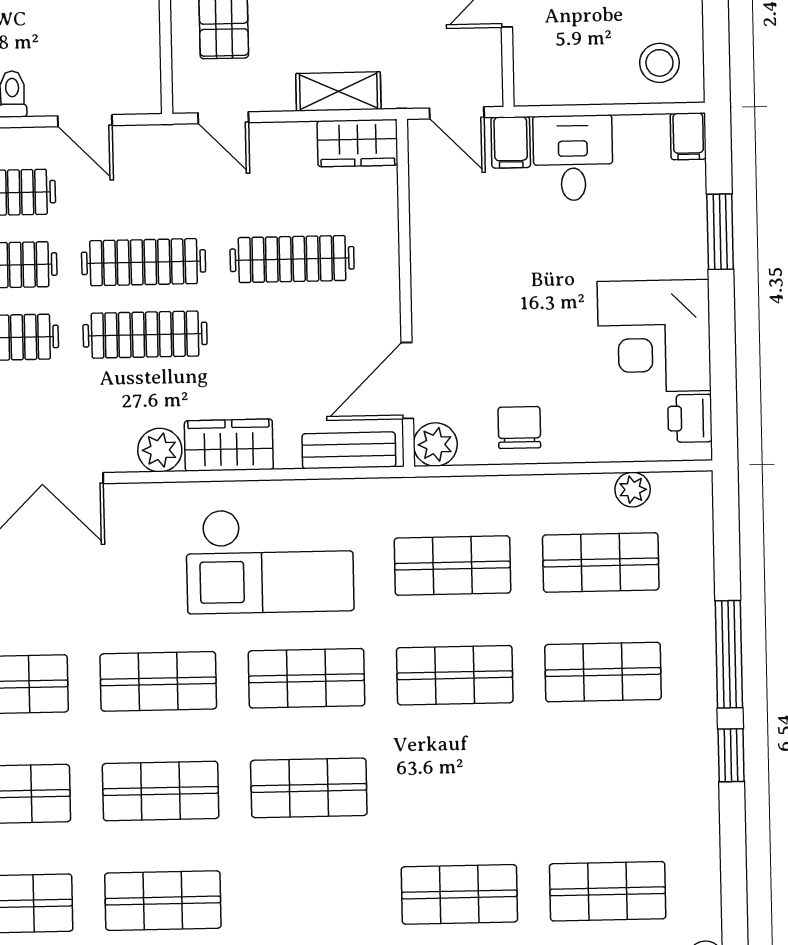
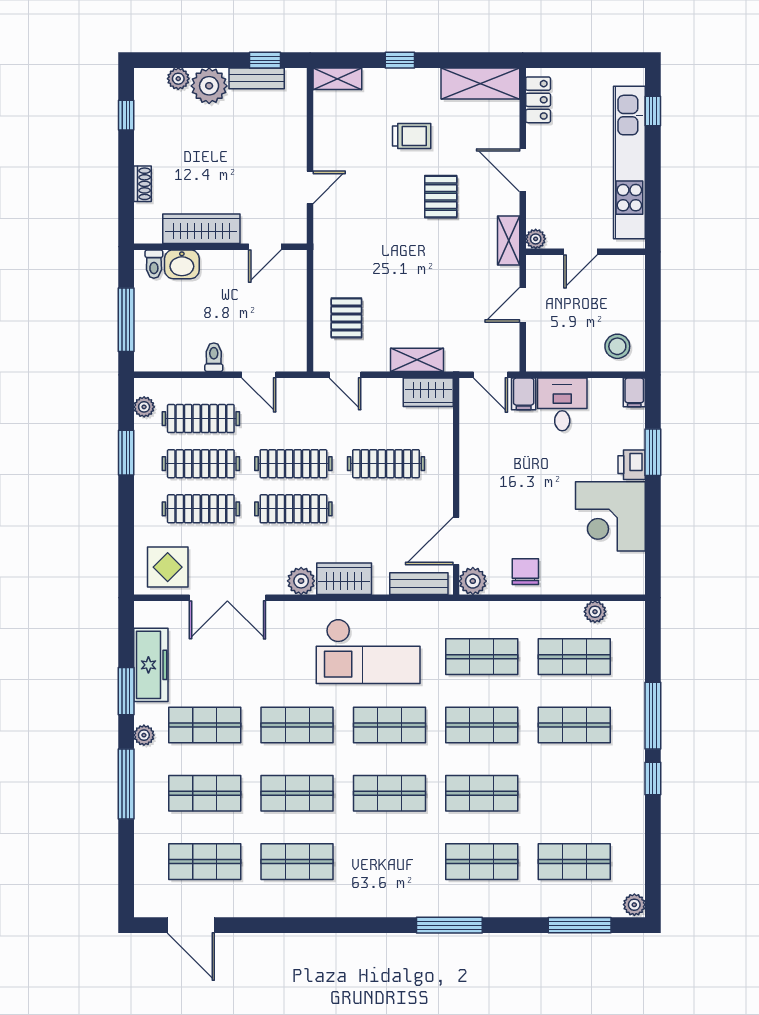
printer: (690, 418) -> (632, 465), moved
shop shelf: (457, 785) -> (482, 793), added

